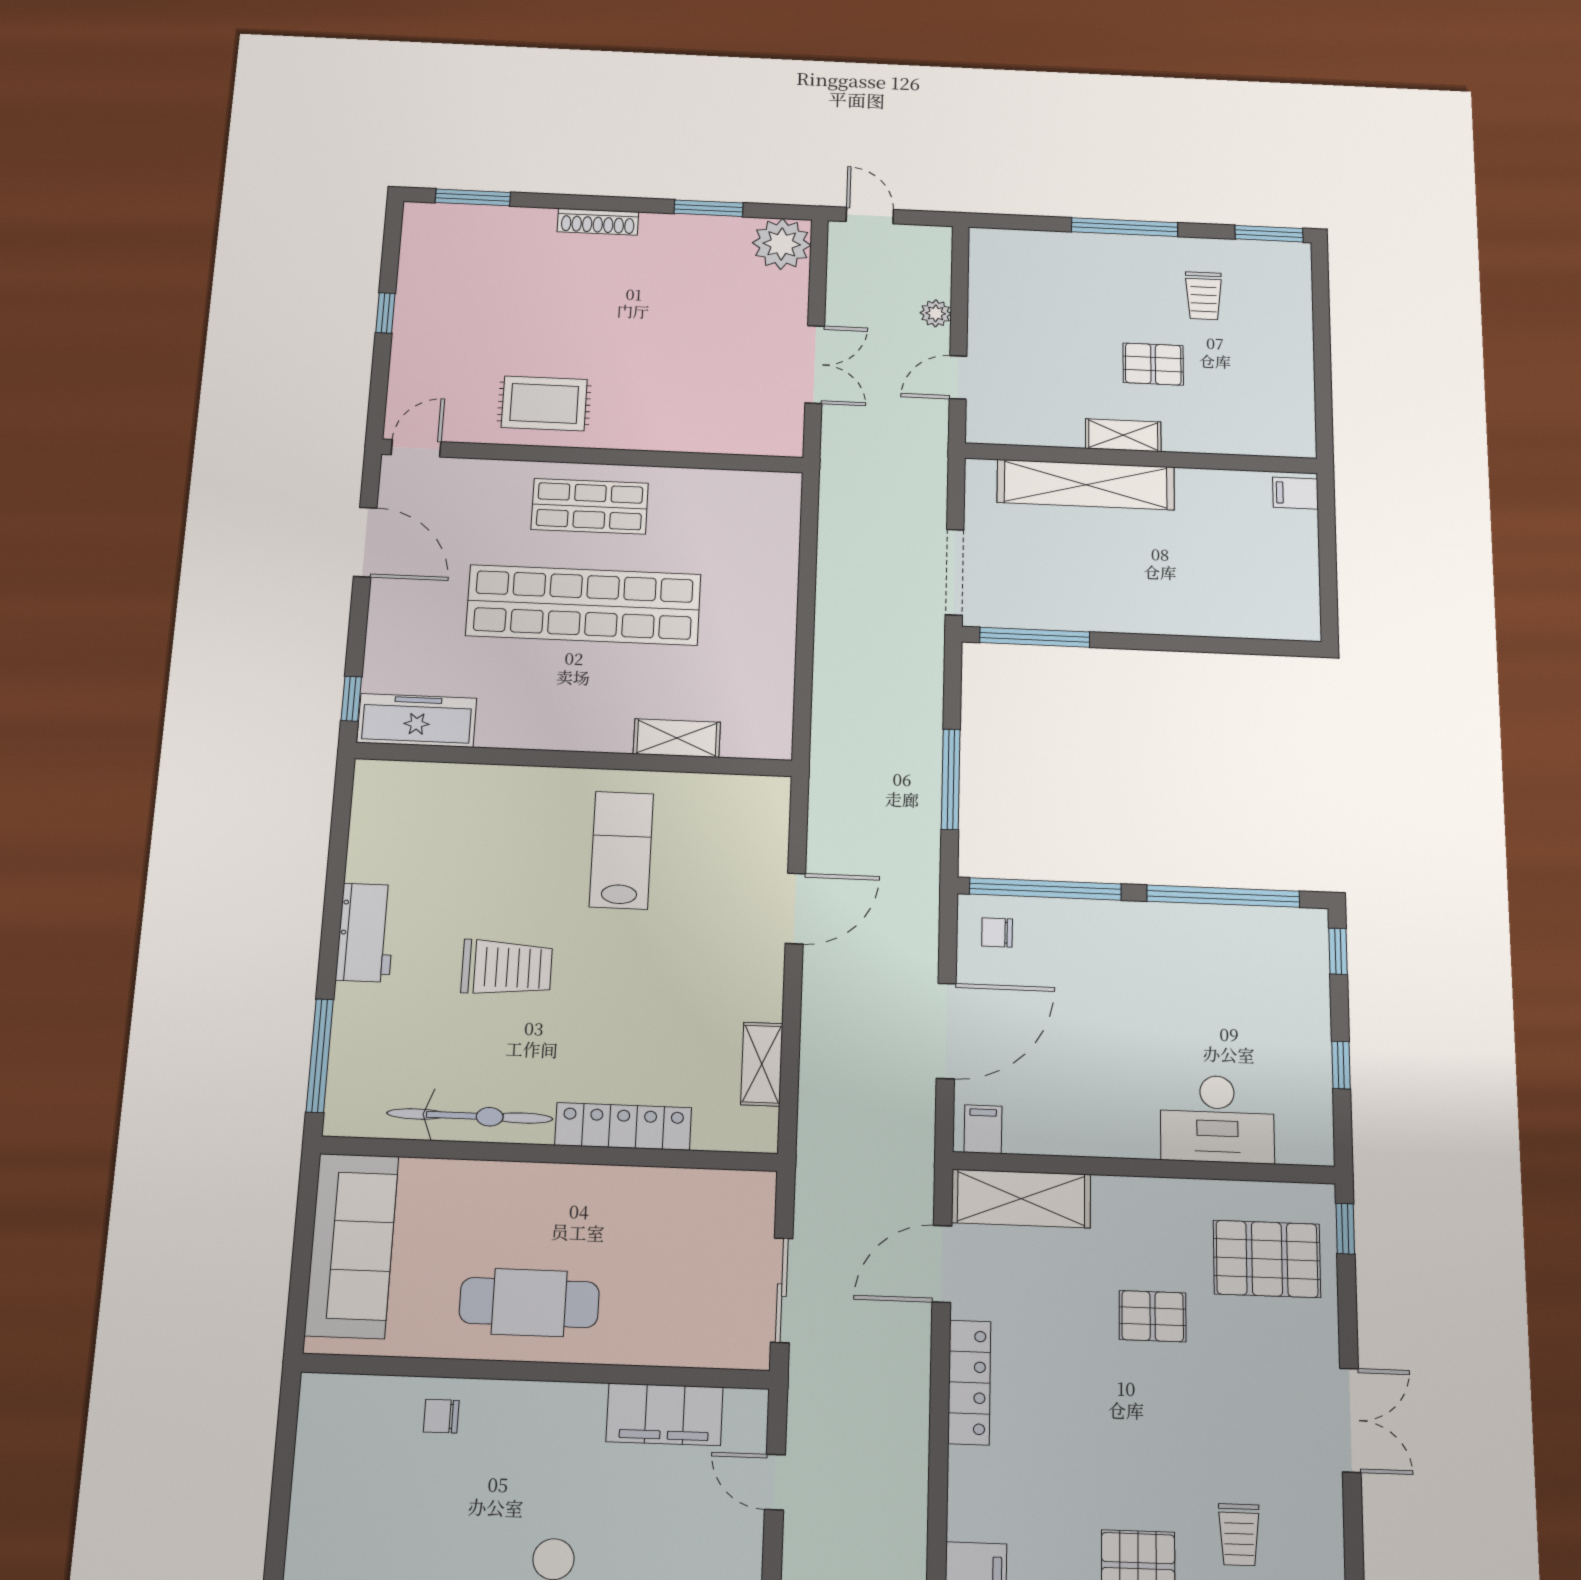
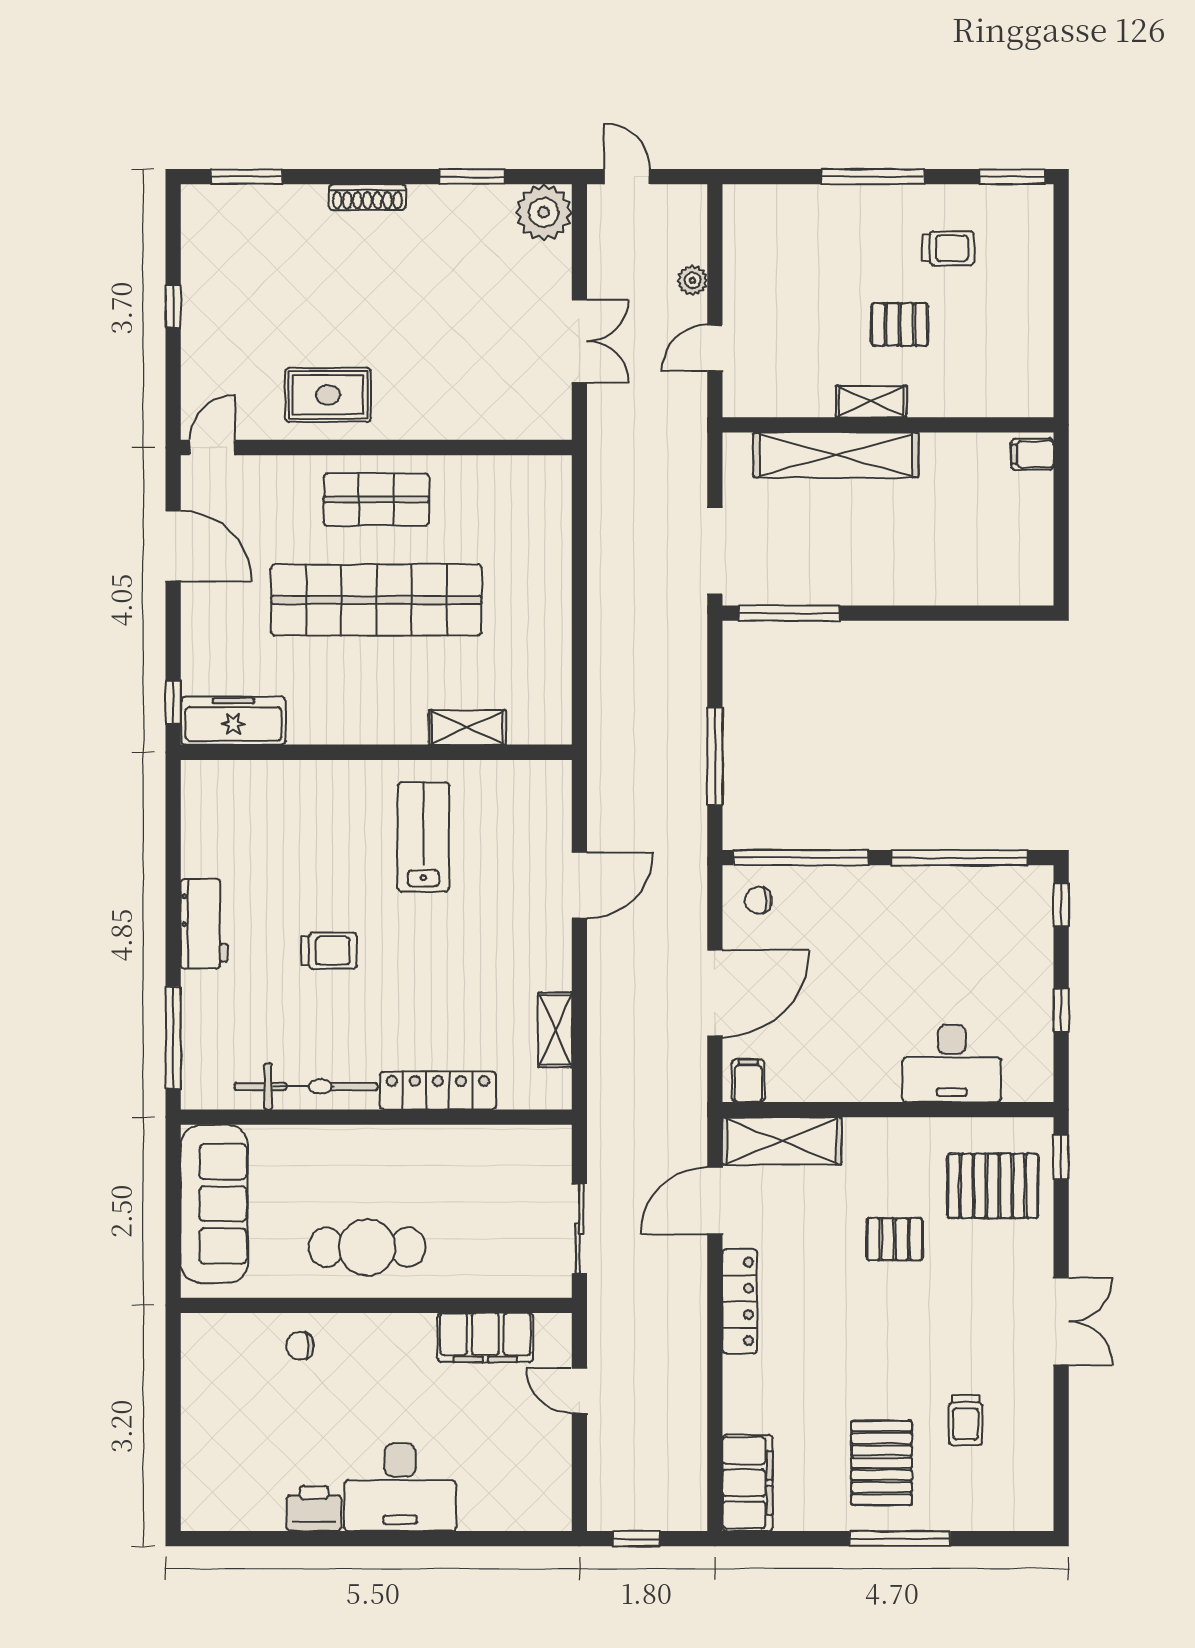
trolley: (1204, 296) -> (948, 248), turned -90
trolley: (507, 967) -> (329, 951), width x0.73, depth x0.72

